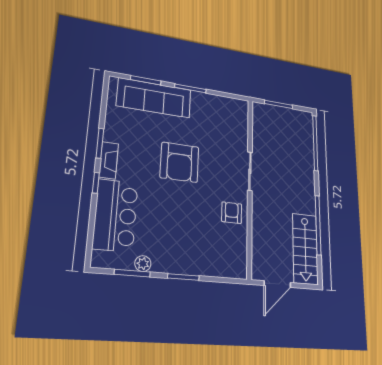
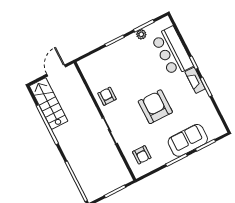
sofa: (154, 98) -> (188, 140), width x0.73
armchair: (228, 121) -> (142, 155), added
armchair: (232, 213) -> (107, 96), turned 180

